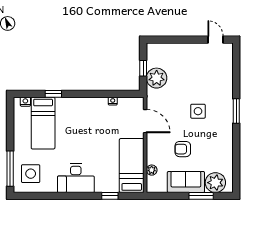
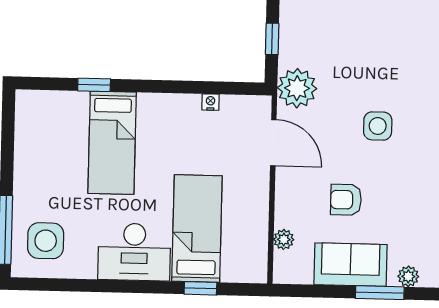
plant: (157, 78) -> (297, 88), moved
nightstand: (25, 102) -> (39, 99), removed
bed: (43, 123) -> (112, 143), moved
bed: (132, 166) -> (197, 229), moved
plant: (215, 183) -> (408, 276), width x0.53, depth x0.53

